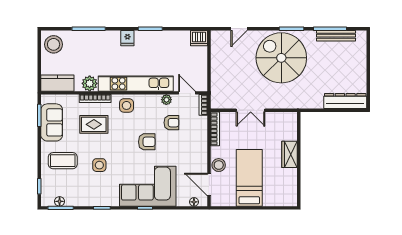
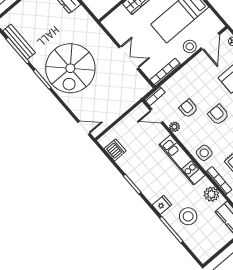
door: (239, 29) -> (84, 128), moved
fridge: (127, 38) -> (162, 205), moved
dishwasher: (199, 38) -> (115, 150), moved
stool: (54, 44) -> (188, 216), moved
kitchen unit: (136, 84) -> (182, 160), width x0.73
door: (187, 93) -> (156, 116), hinge flipped

